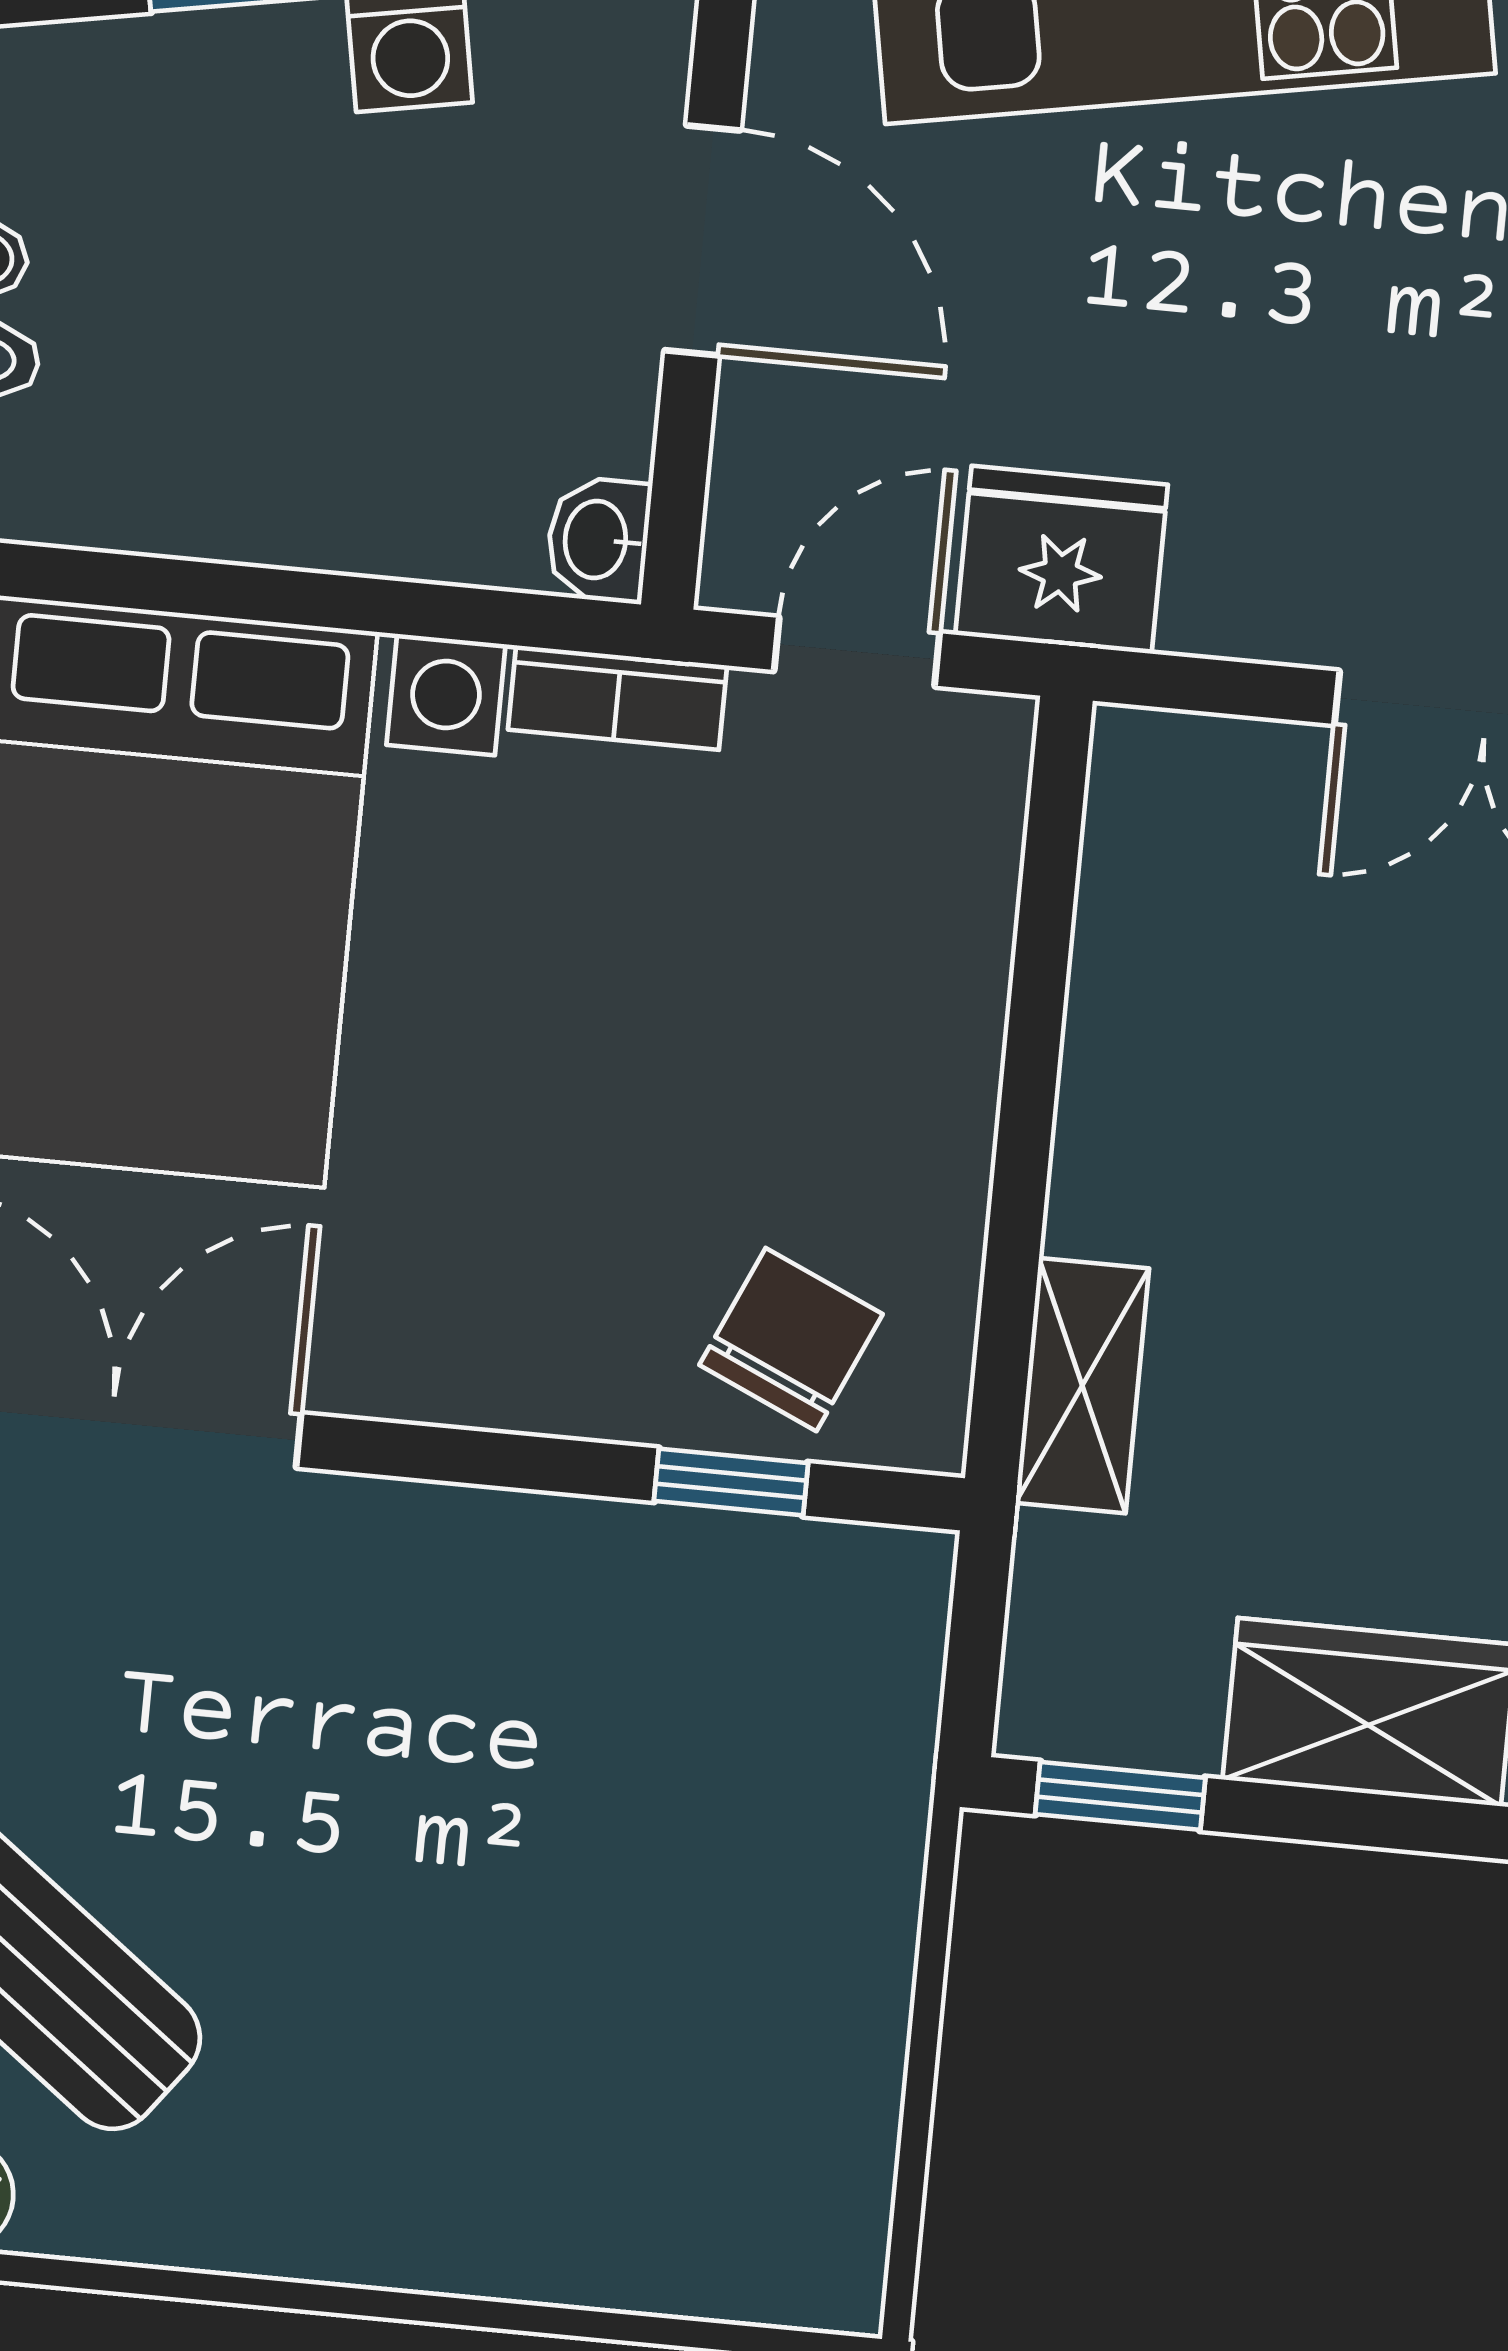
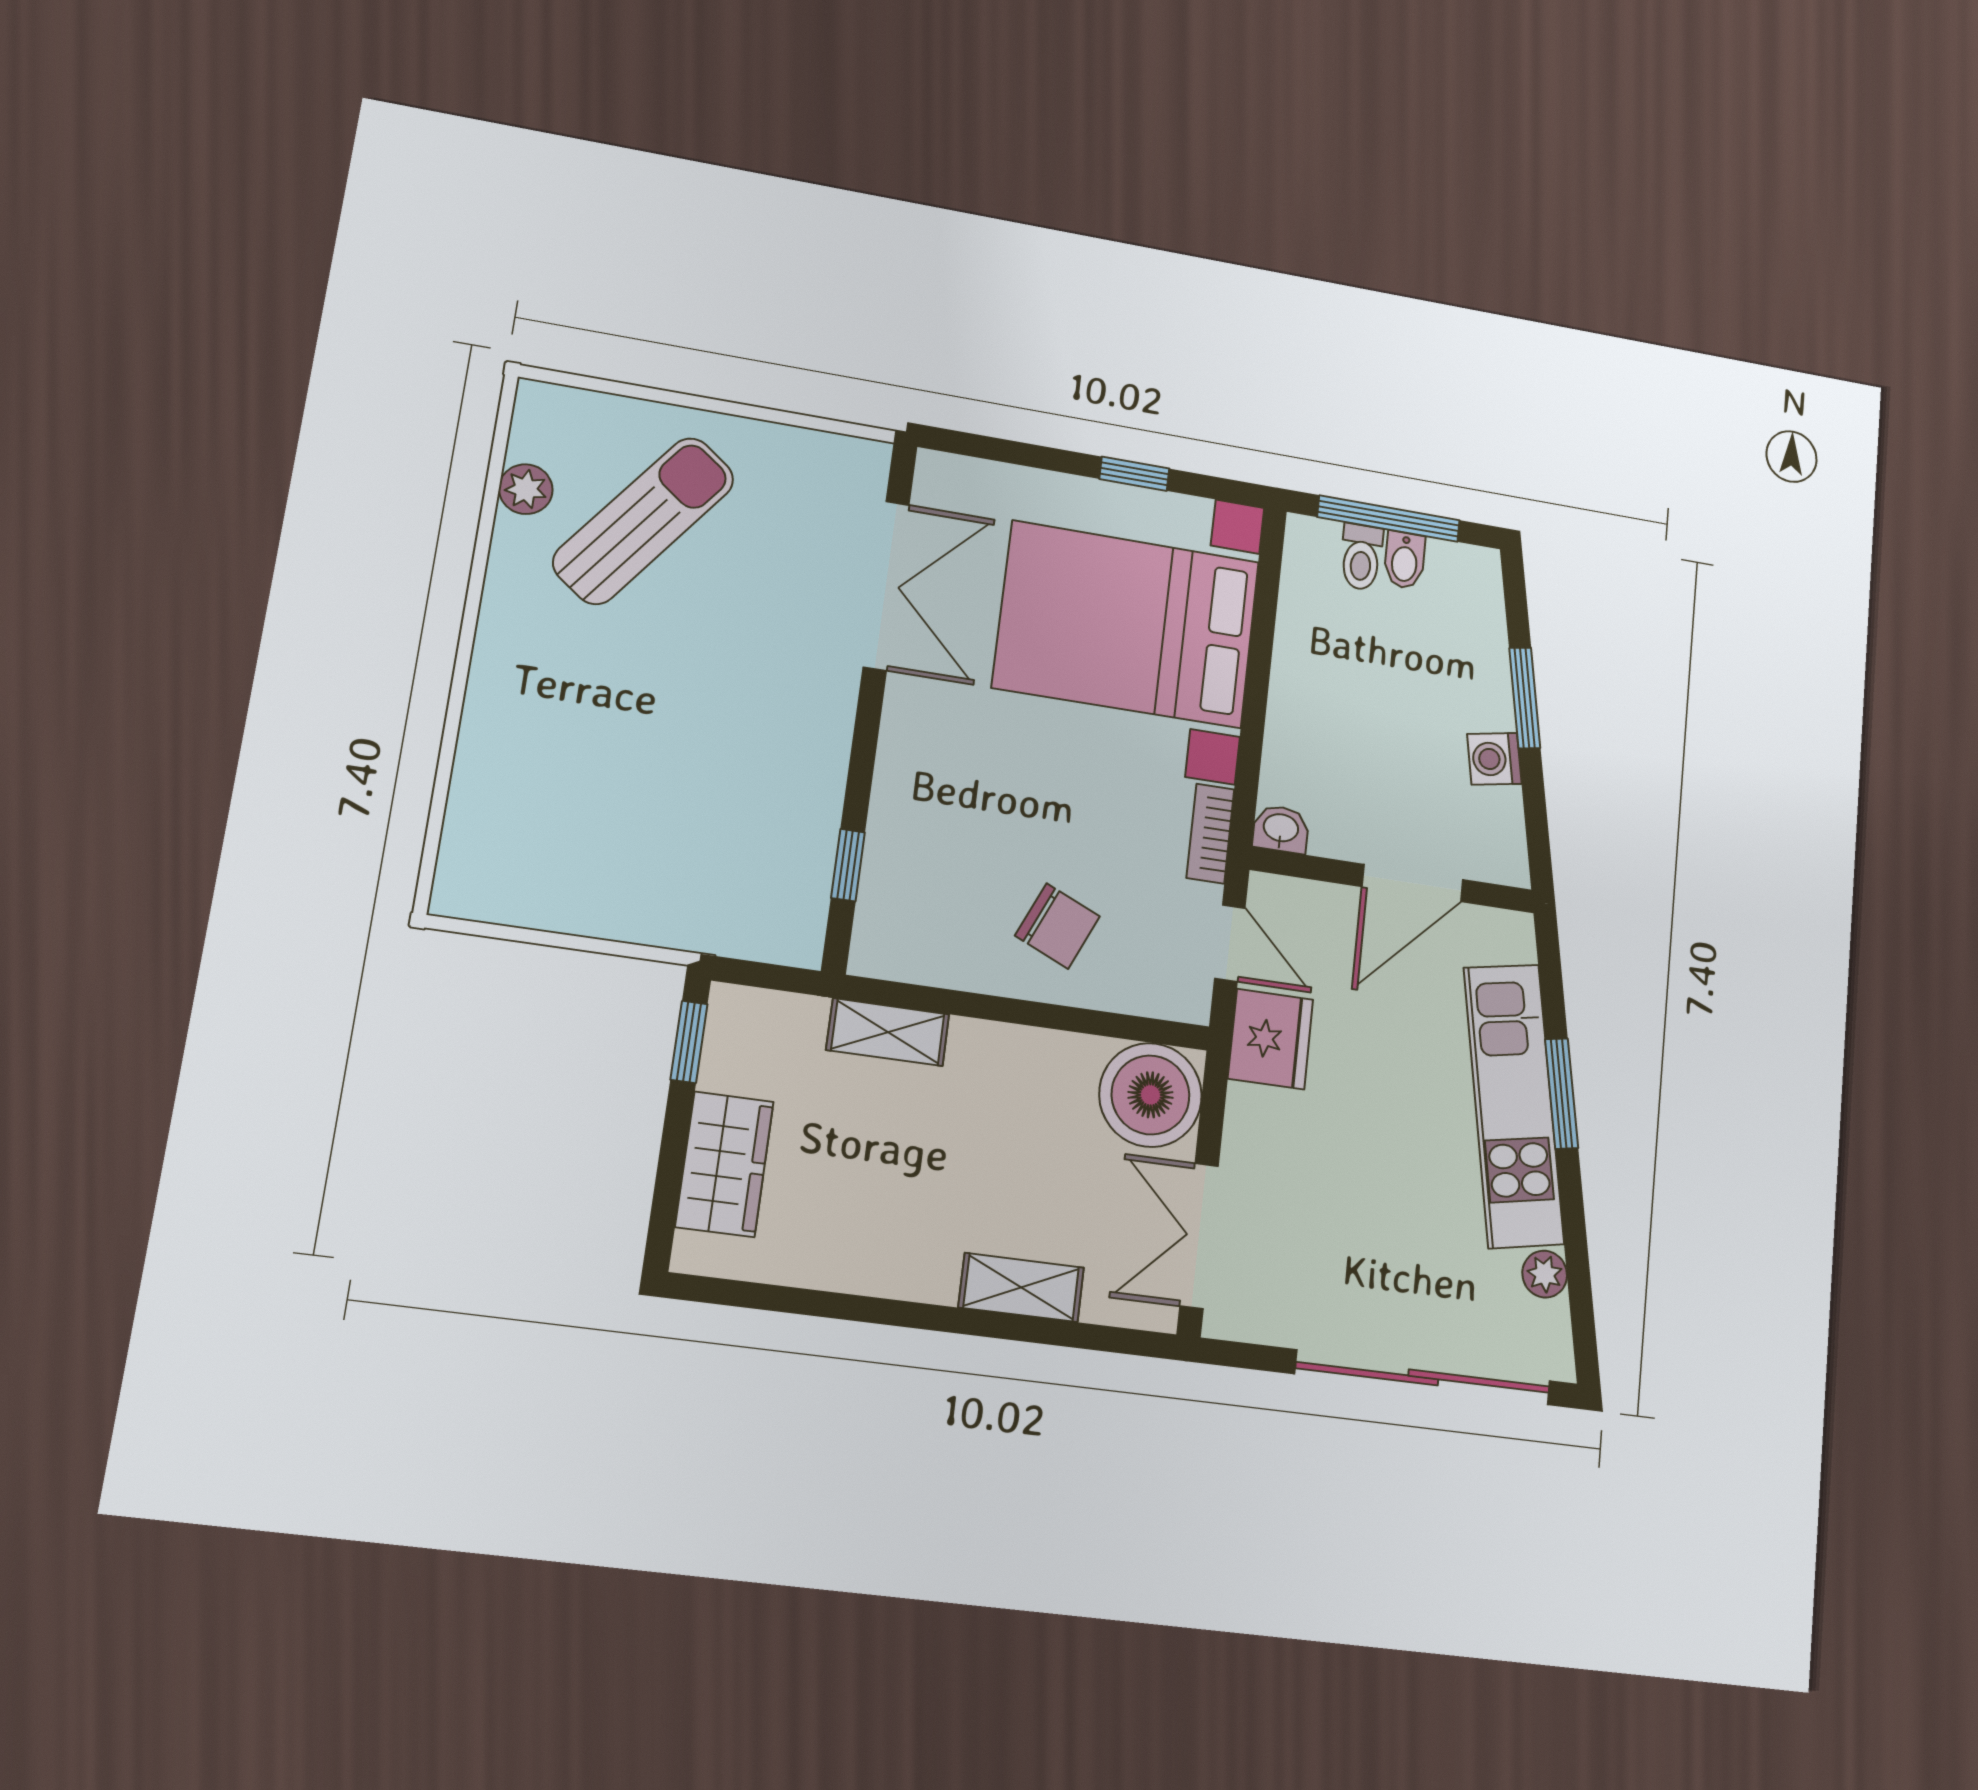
boiler: (1192, 822) -> (1150, 1095), added
chair: (791, 1340) -> (1057, 926), moved

